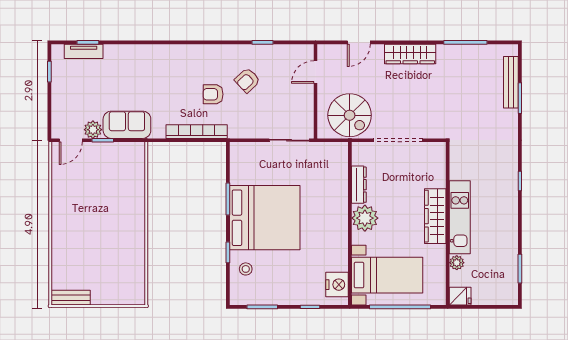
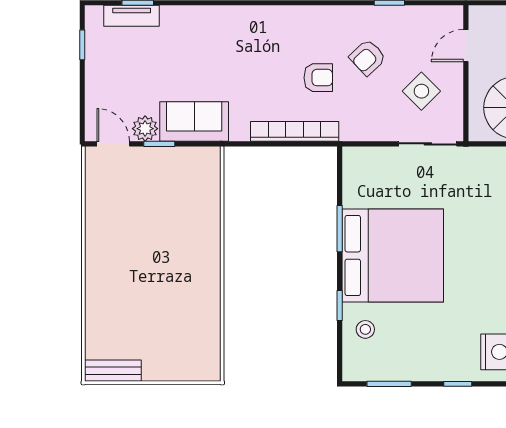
armchair: (213, 94) -> (318, 78), turned 180
side table: (285, 104) -> (421, 91), added
door: (71, 140) -> (113, 144), swing flipped

